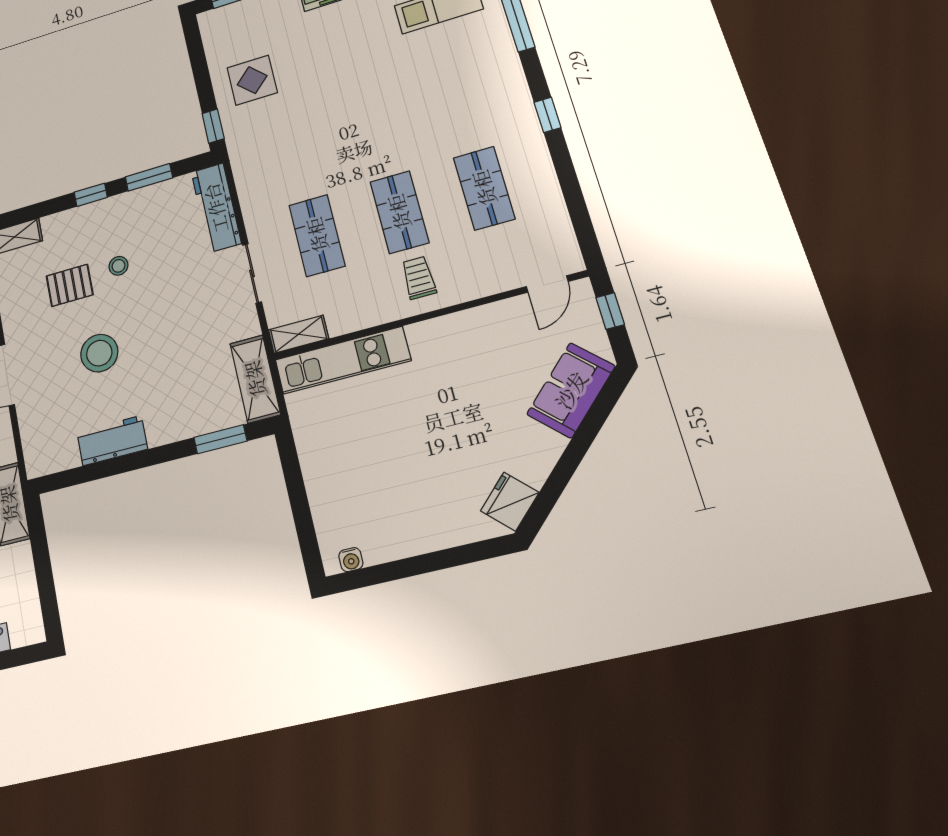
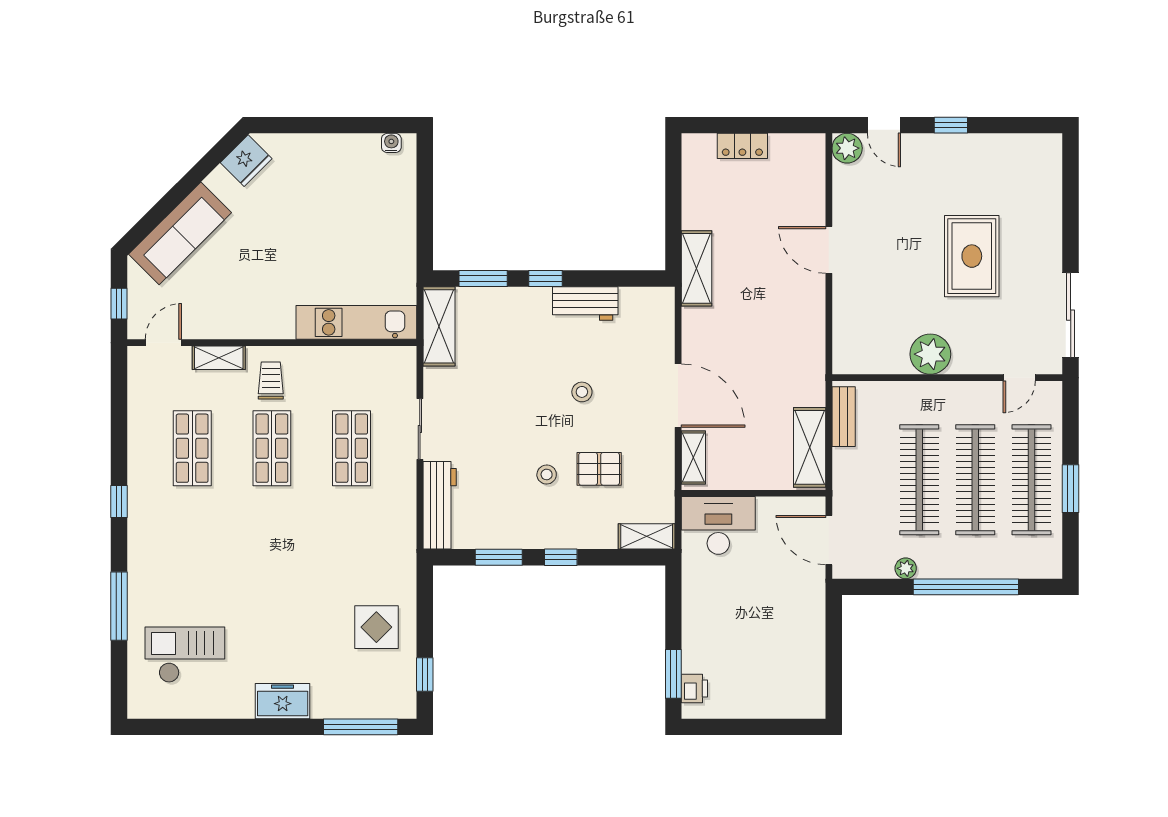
window: (213, 126) -> (425, 675), moved
trolley: (419, 278) -> (271, 380), turned 180
shelving: (299, 334) -> (219, 358), moved
stool: (99, 353) -> (582, 392), width x0.53, depth x0.53
sofa: (571, 390) -> (180, 233), width x1.36
window: (157, 456) -> (545, 279), added

